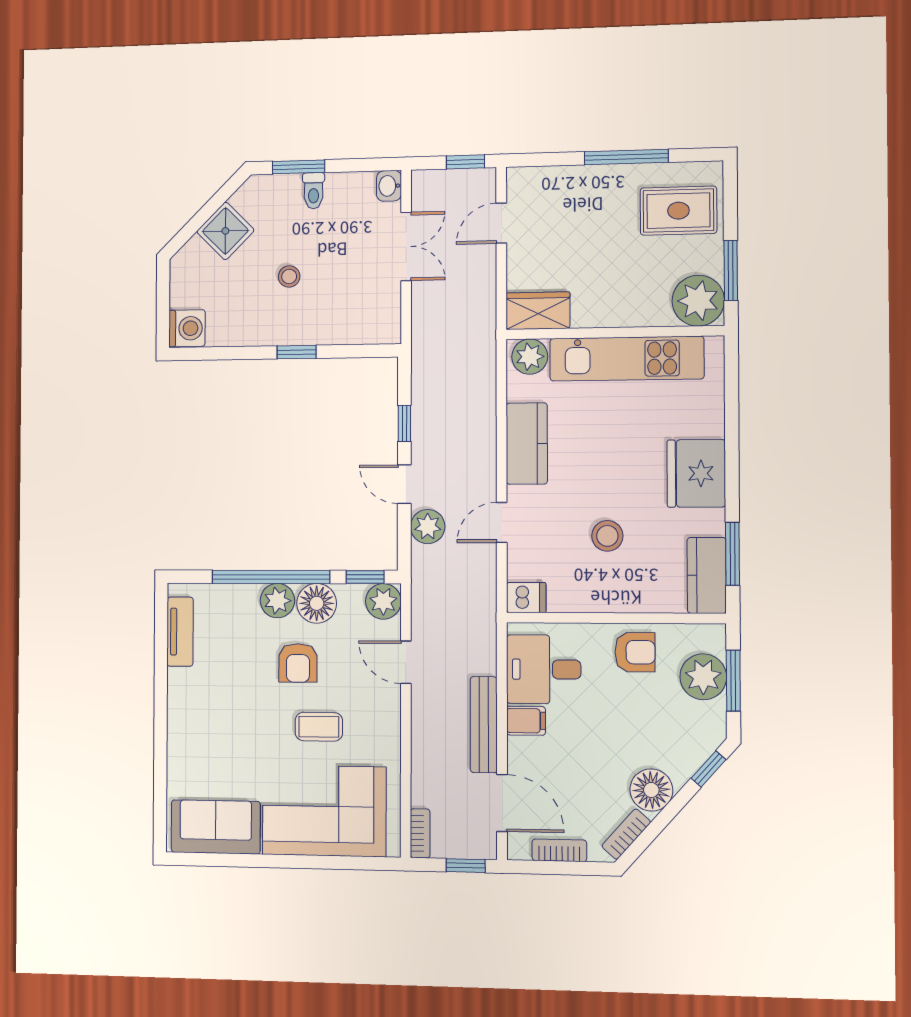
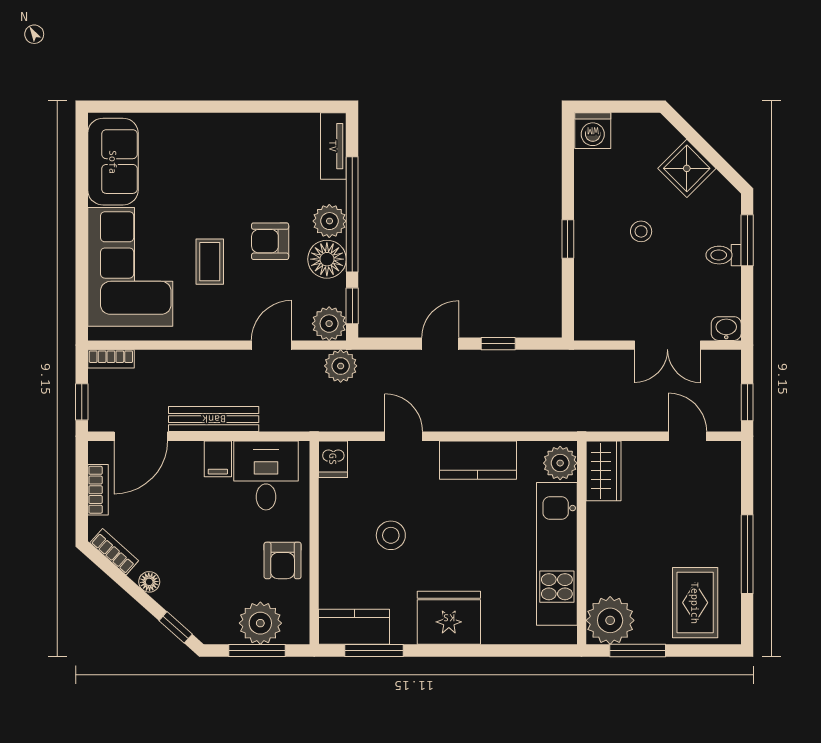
plant: (428, 527) -> (341, 366), moved
tv unit: (180, 632) -> (333, 146), moved, turned 90
floor lamp: (651, 790) -> (149, 582), width x0.53, depth x0.53

